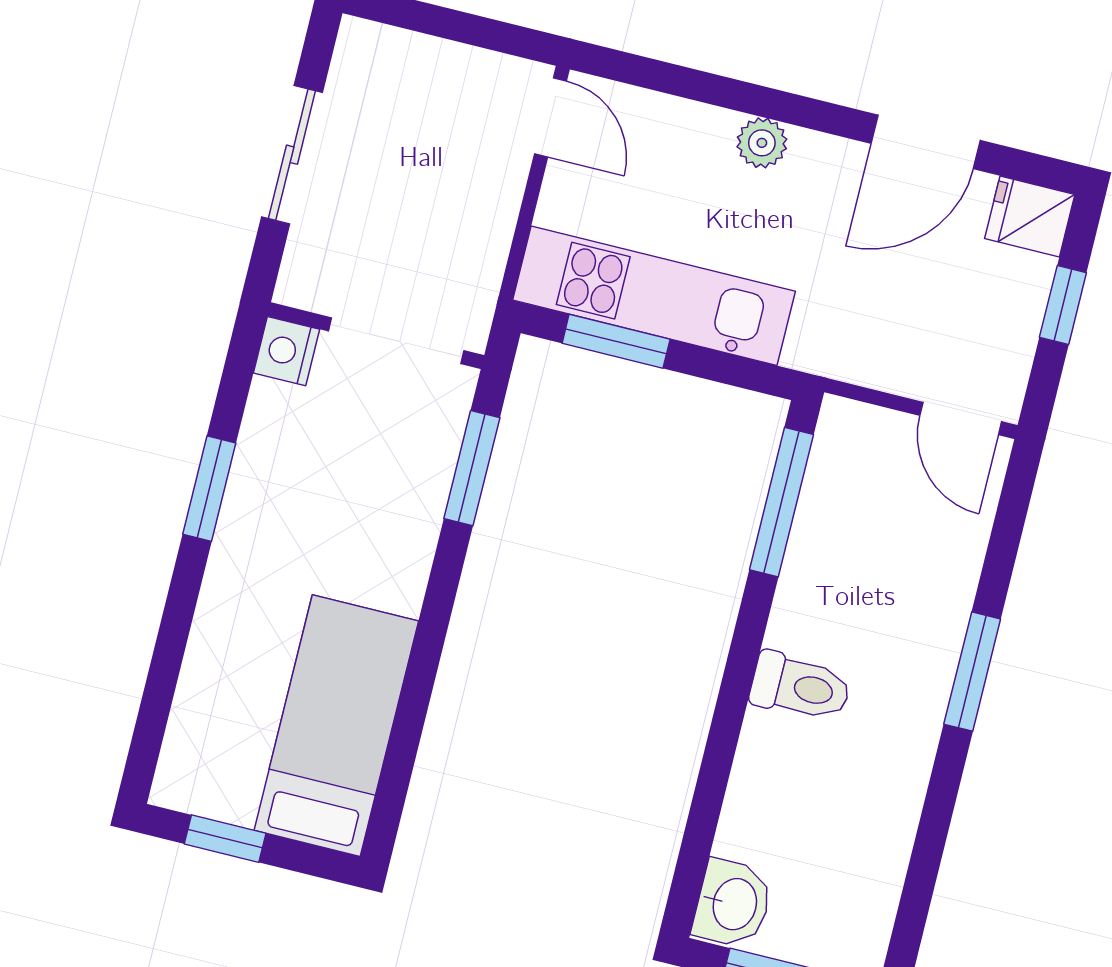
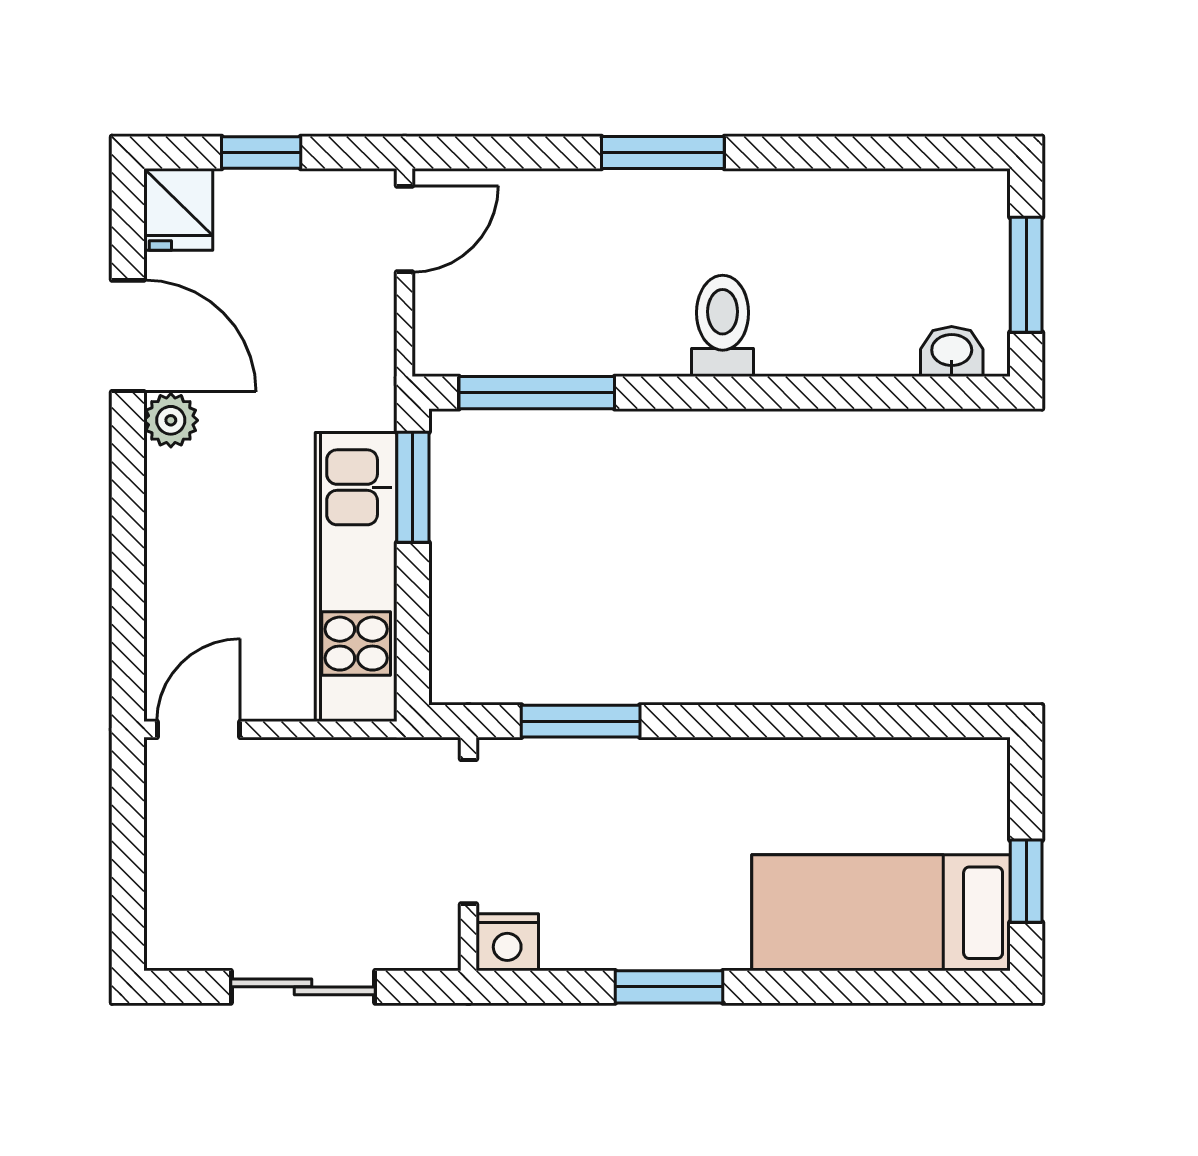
plant: (762, 143) -> (171, 420), moved
window: (616, 341) -> (413, 487), moved
bed: (336, 726) -> (881, 913), moved
washbasin: (733, 904) -> (952, 352), width x0.72, depth x0.69

